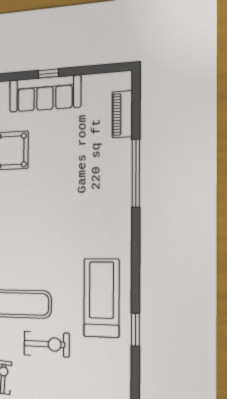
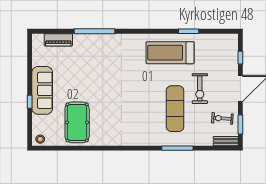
window: (48, 73) -> (30, 102), moved
exercise bike: (47, 344) -> (200, 89), turned 180

